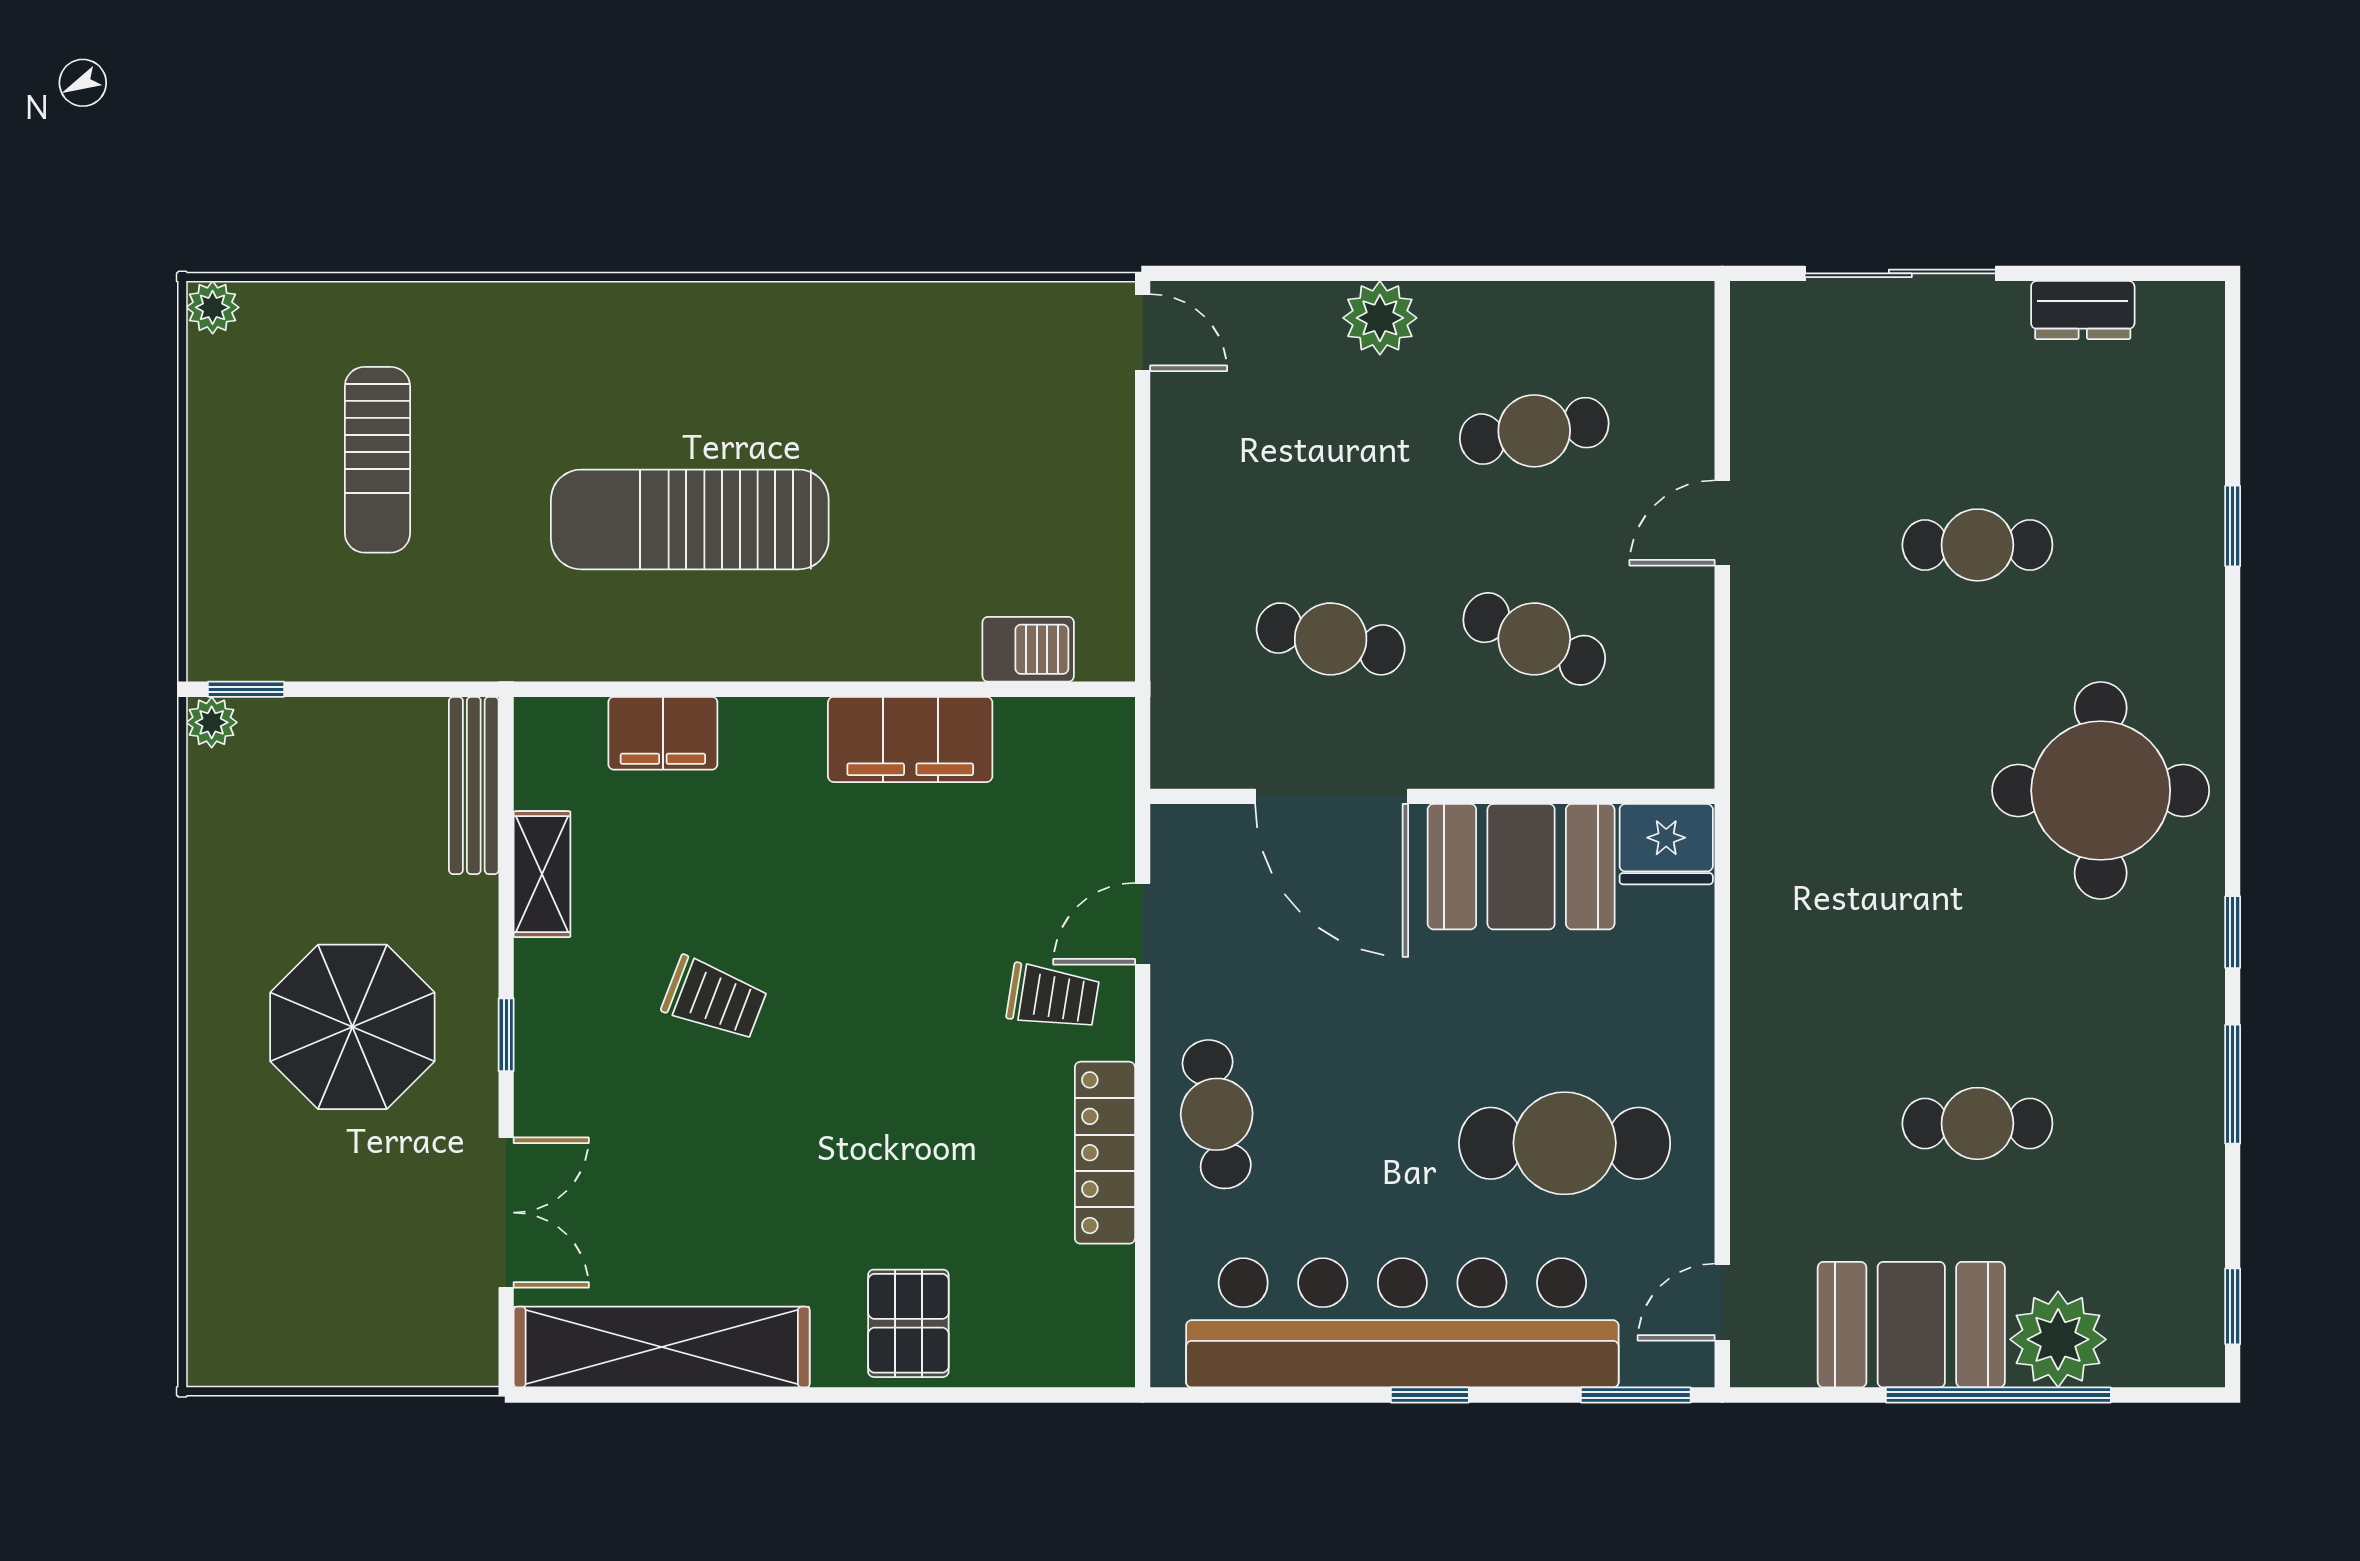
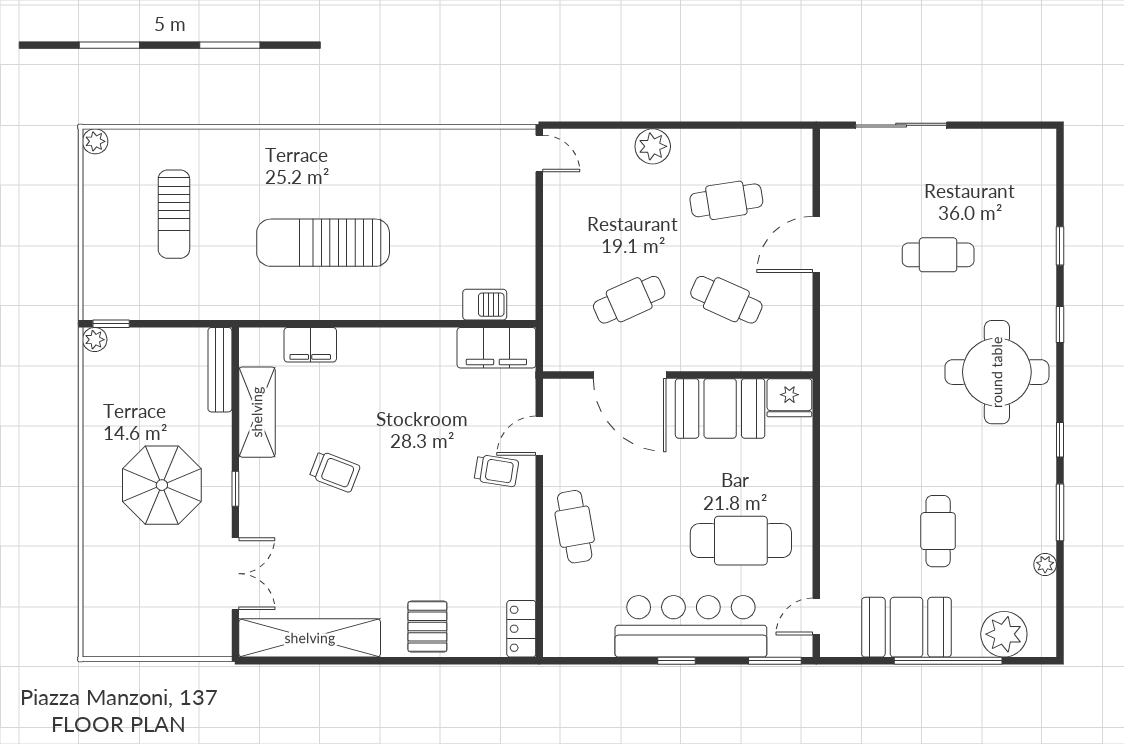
dresser: (2083, 310) -> (988, 143), removed
door: (1722, 523) -> (816, 244), width x1.38
cafe table: (1331, 639) -> (629, 300), turned -36
filing cabinet: (910, 739) -> (496, 348), moved
shelving: (542, 874) -> (257, 412), width x1.50, depth x1.33
cafe table: (1977, 1123) -> (938, 531), turned 90
locker: (1105, 1153) -> (521, 629), moved, width x0.66
plant: (2202, 1193) -> (1045, 564), added
window: (2233, 1306) -> (1060, 325), moved
bar counter: (1402, 1323) -> (691, 626), width x0.73
plant: (2058, 1339) -> (1004, 634), moved

